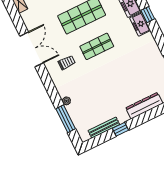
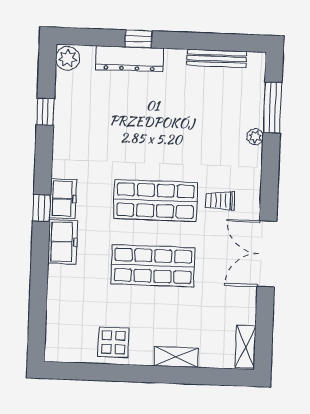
shop shelf: (97, 46) -> (155, 201), width x1.43, depth x1.36
window: (120, 129) -> (138, 39), moved

